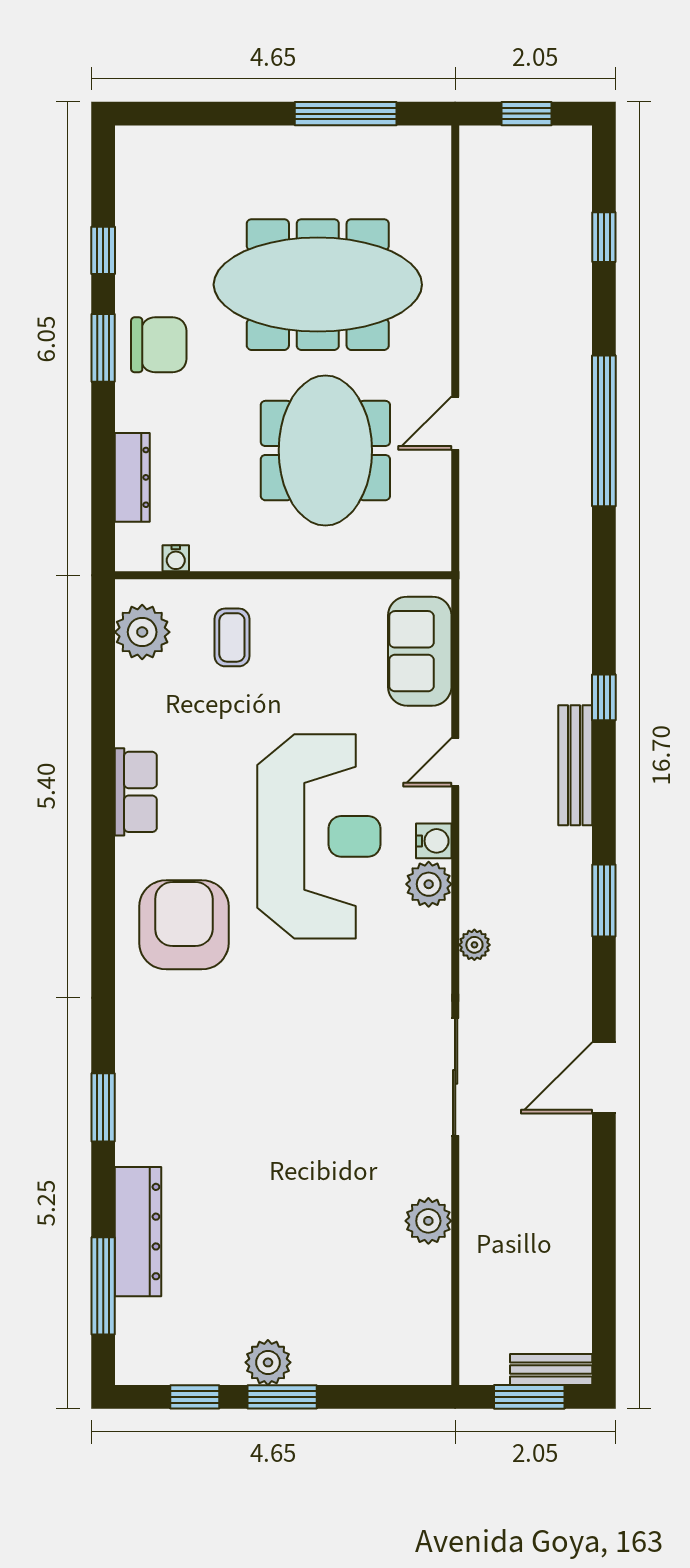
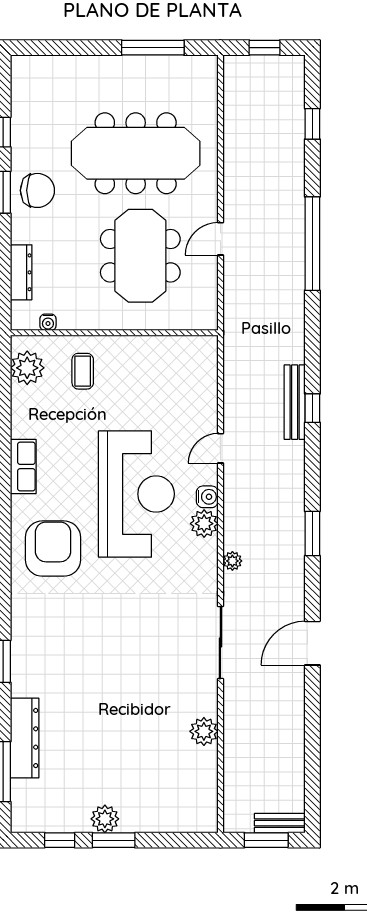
sofa: (420, 651) -> (199, 380), removed
bench: (575, 765) -> (295, 402), moved

